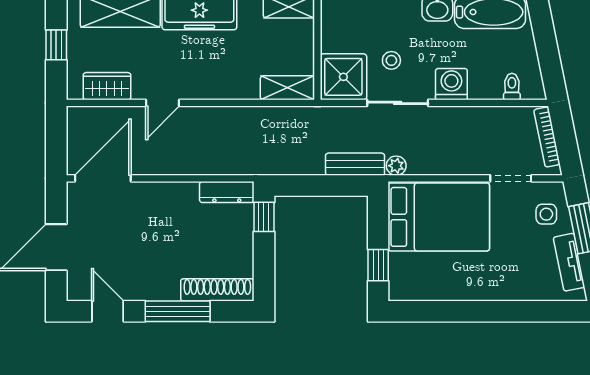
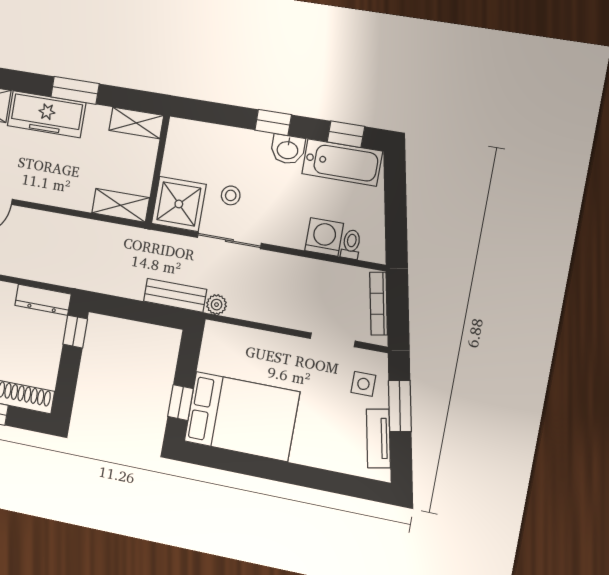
washing machine: (451, 84) -> (324, 237), moved
bed: (439, 217) -> (242, 417), moved

